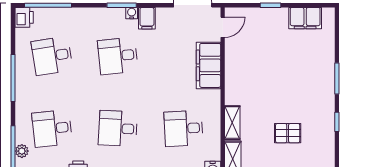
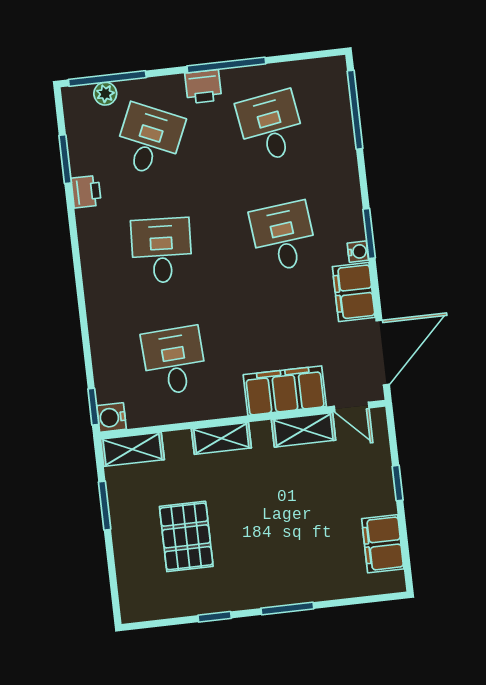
printer: (24, 17) -> (203, 86), moved
filing cabinet: (147, 18) -> (354, 292), width x2.00
shelving: (233, 57) -> (303, 430), added
shelving: (232, 123) -> (221, 438), moved
desk: (52, 128) -> (149, 140), turned 30
pallet: (288, 133) -> (186, 536), width x1.50, depth x1.42

